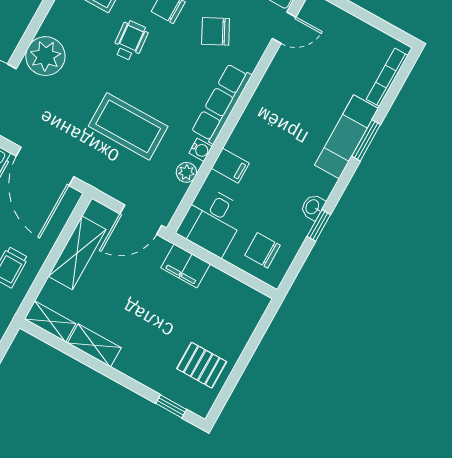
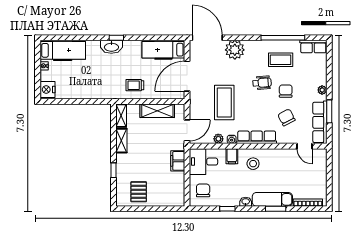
stool: (264, 136) -> (253, 164), added
washbasin: (313, 207) -> (246, 202), moved
door: (141, 220) -> (187, 130), swing flipped
window: (171, 406) -> (114, 170), moved

